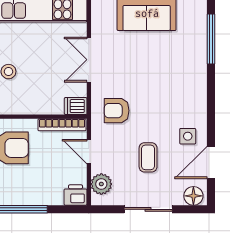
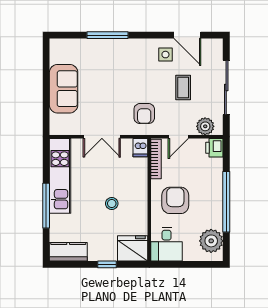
window: (211, 39) -> (108, 35), moved
coffee table: (148, 157) -> (183, 88), turned 90
floor lamp: (193, 196) -> (215, 50), removed
sliding door: (148, 209) -> (226, 87), width x1.37

